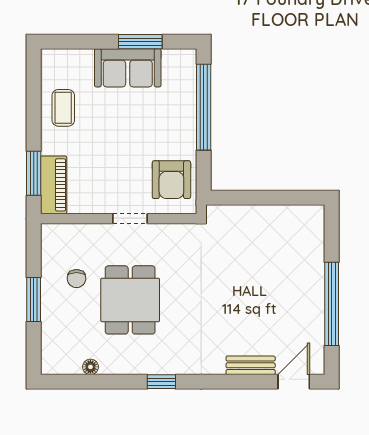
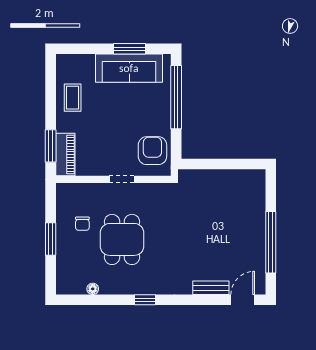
sofa: (128, 68) -> (129, 68), width x1.36
armchair: (171, 180) -> (152, 151), turned 180

